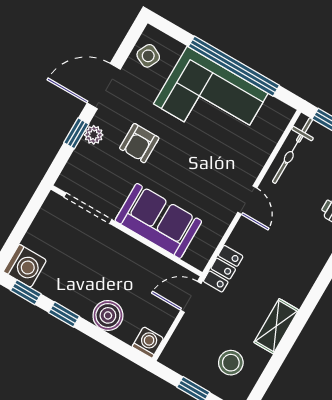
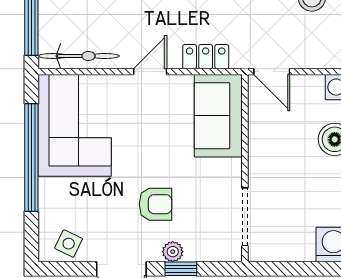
corner sofa: (211, 99) -> (75, 125), moved
sofa: (158, 221) -> (218, 116), moved
locker: (223, 269) -> (206, 57), moved

